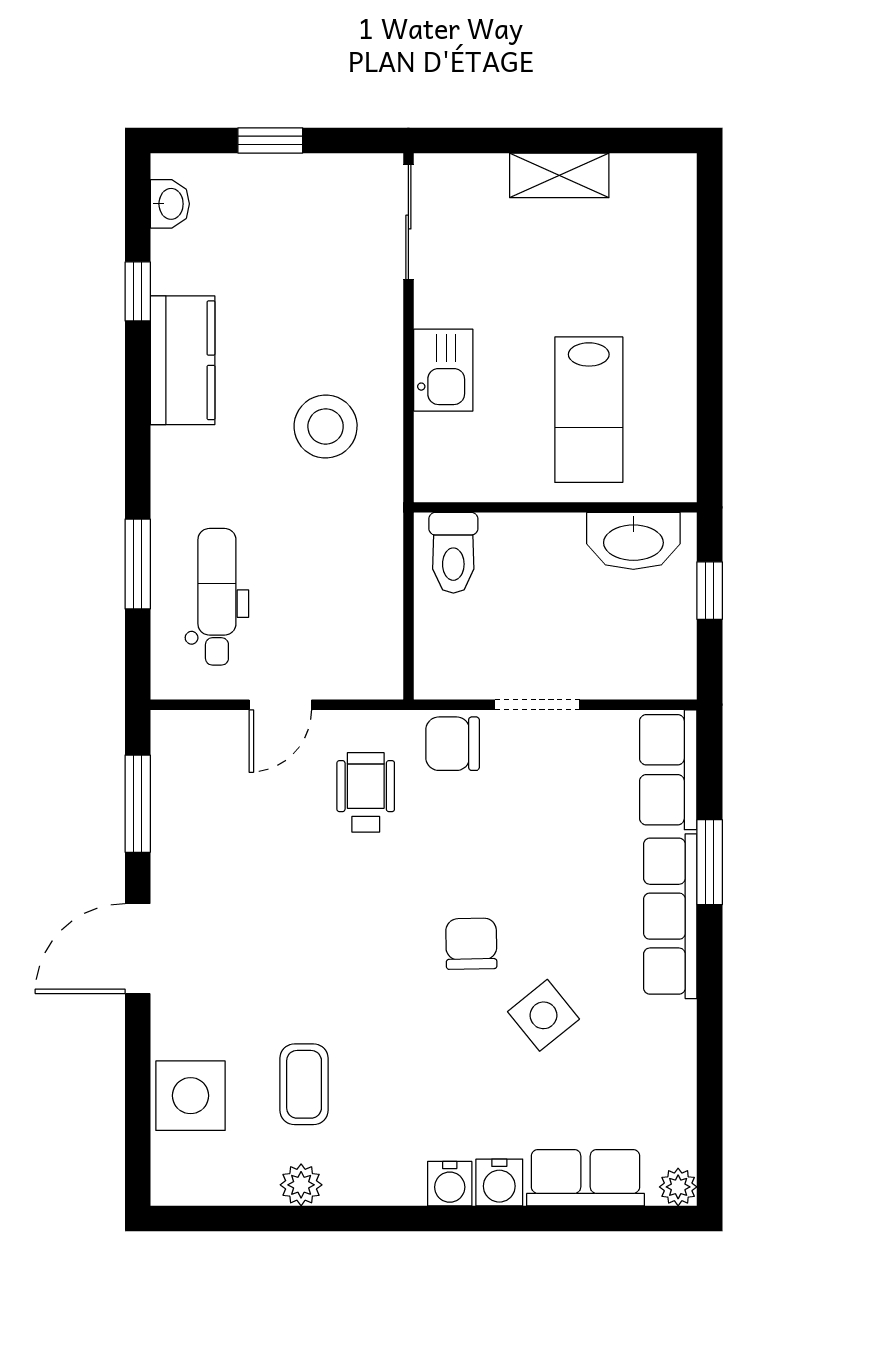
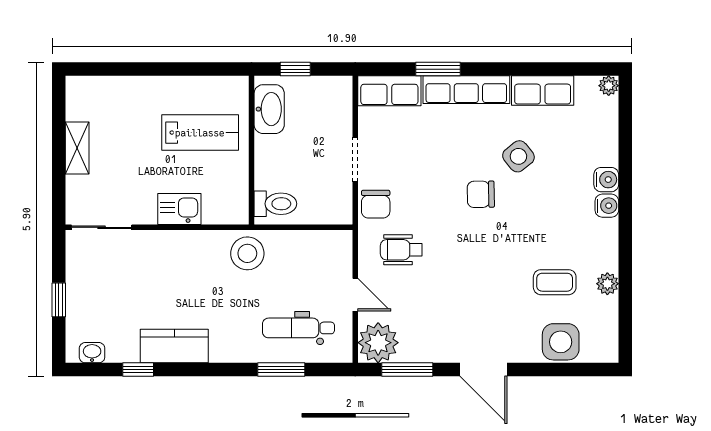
stool: (326, 426) -> (247, 253), moved
plant: (189, 748) -> (378, 343), added
row of seats: (586, 1178) -> (543, 90), moved, turned -90

